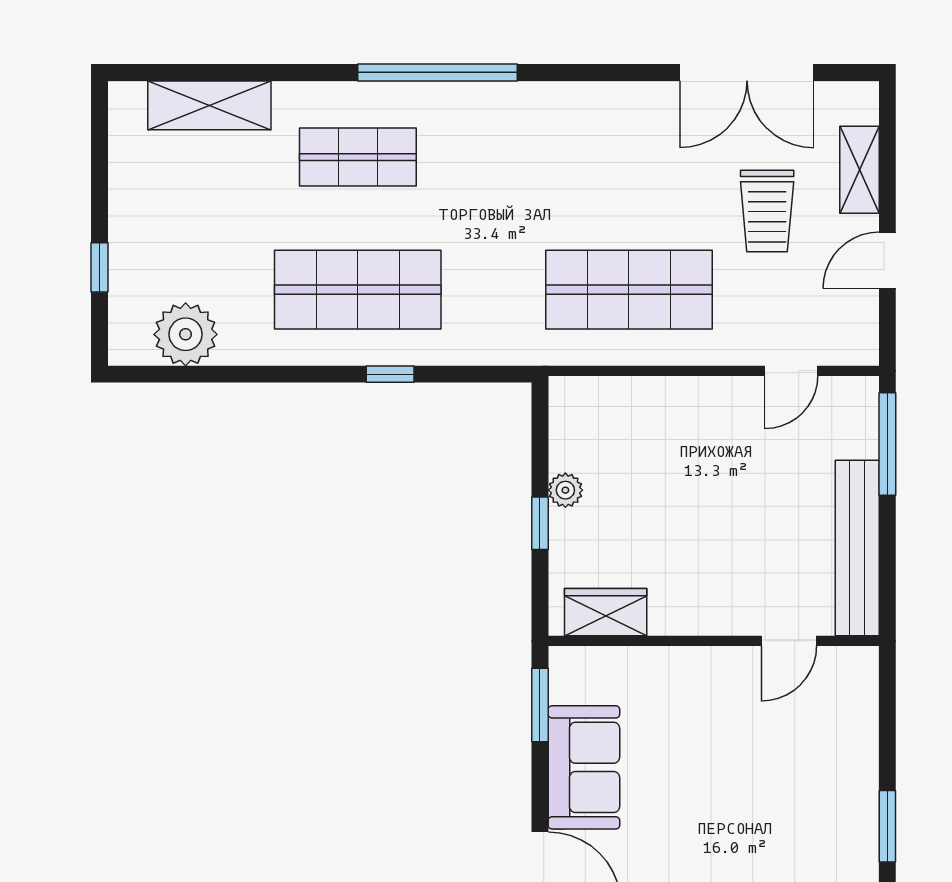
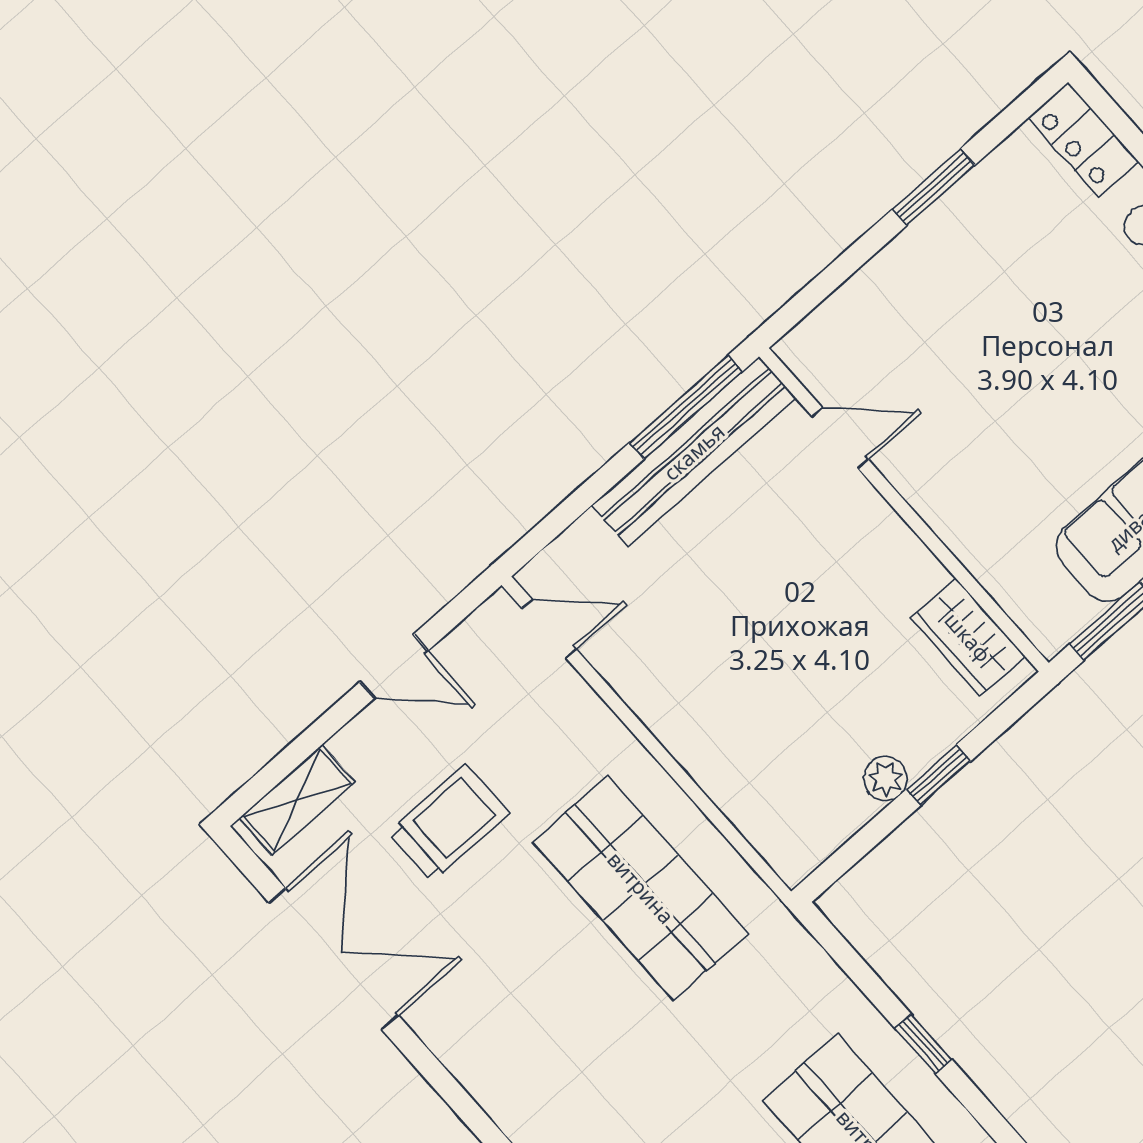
shelving: (859, 170) -> (297, 800), moved
door: (791, 371) -> (549, 629), moved
window: (887, 444) -> (686, 407), moved

